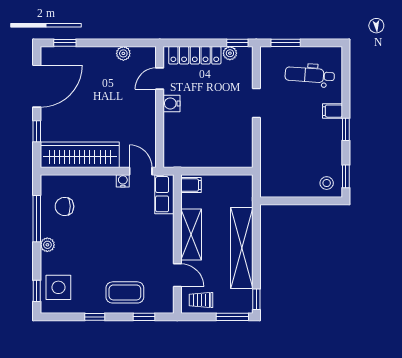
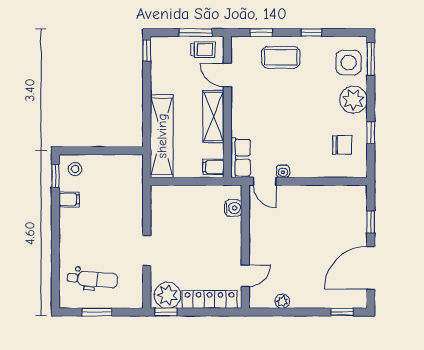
window: (286, 43) -> (97, 312), moved
plant: (230, 53) -> (168, 295), width x1.87, depth x1.87
water cooler: (172, 103) -> (233, 208), moved
filing cabinet: (333, 111) -> (69, 199), moved
window: (346, 129) -> (55, 224), removed
wardrobe: (80, 155) -> (327, 198), removed
window: (37, 219) -> (371, 133), width x0.46
plant: (47, 245) -> (353, 100), width x1.87, depth x1.87
shelving: (242, 248) -> (162, 136), moved
window: (37, 291) -> (371, 59), width x1.50
window: (232, 317) -> (195, 33), moved

